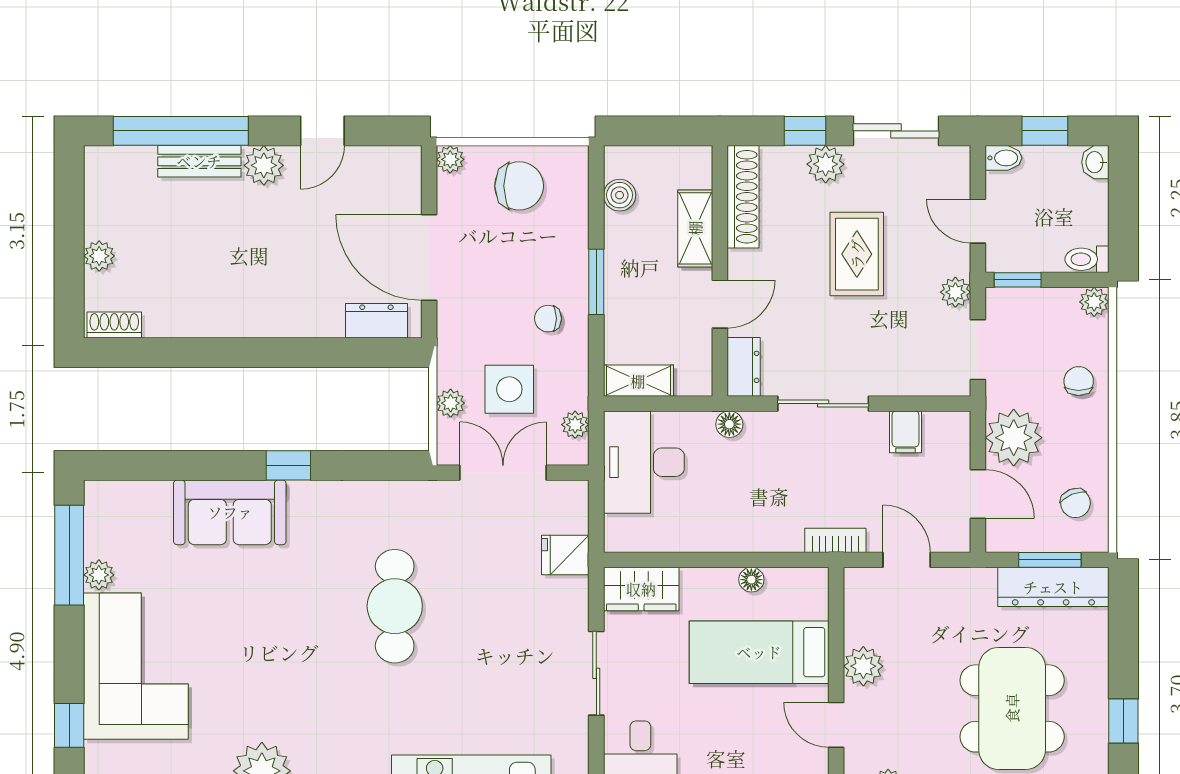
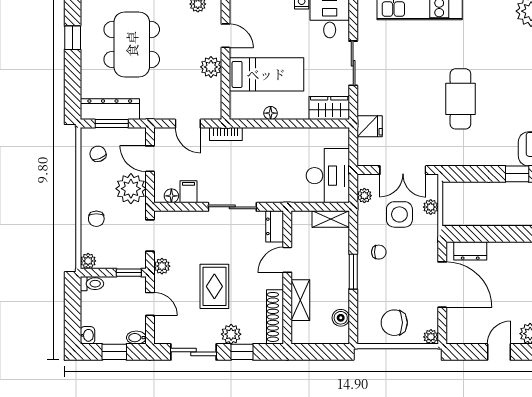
floor lamp: (729, 424) -> (171, 196), moved

